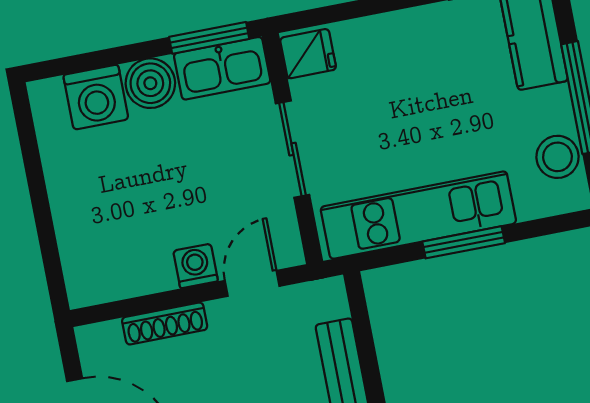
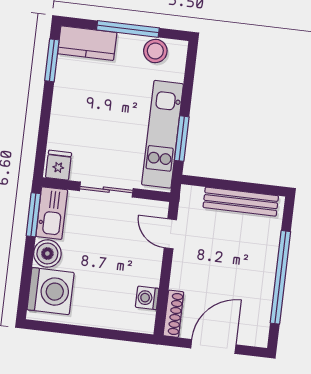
washing machine: (96, 97) -> (51, 291), width x1.37, depth x1.37
window: (464, 242) -> (182, 139), moved
washing machine: (196, 266) -> (147, 298), moved
shoe rack: (165, 323) -> (173, 314), moved

